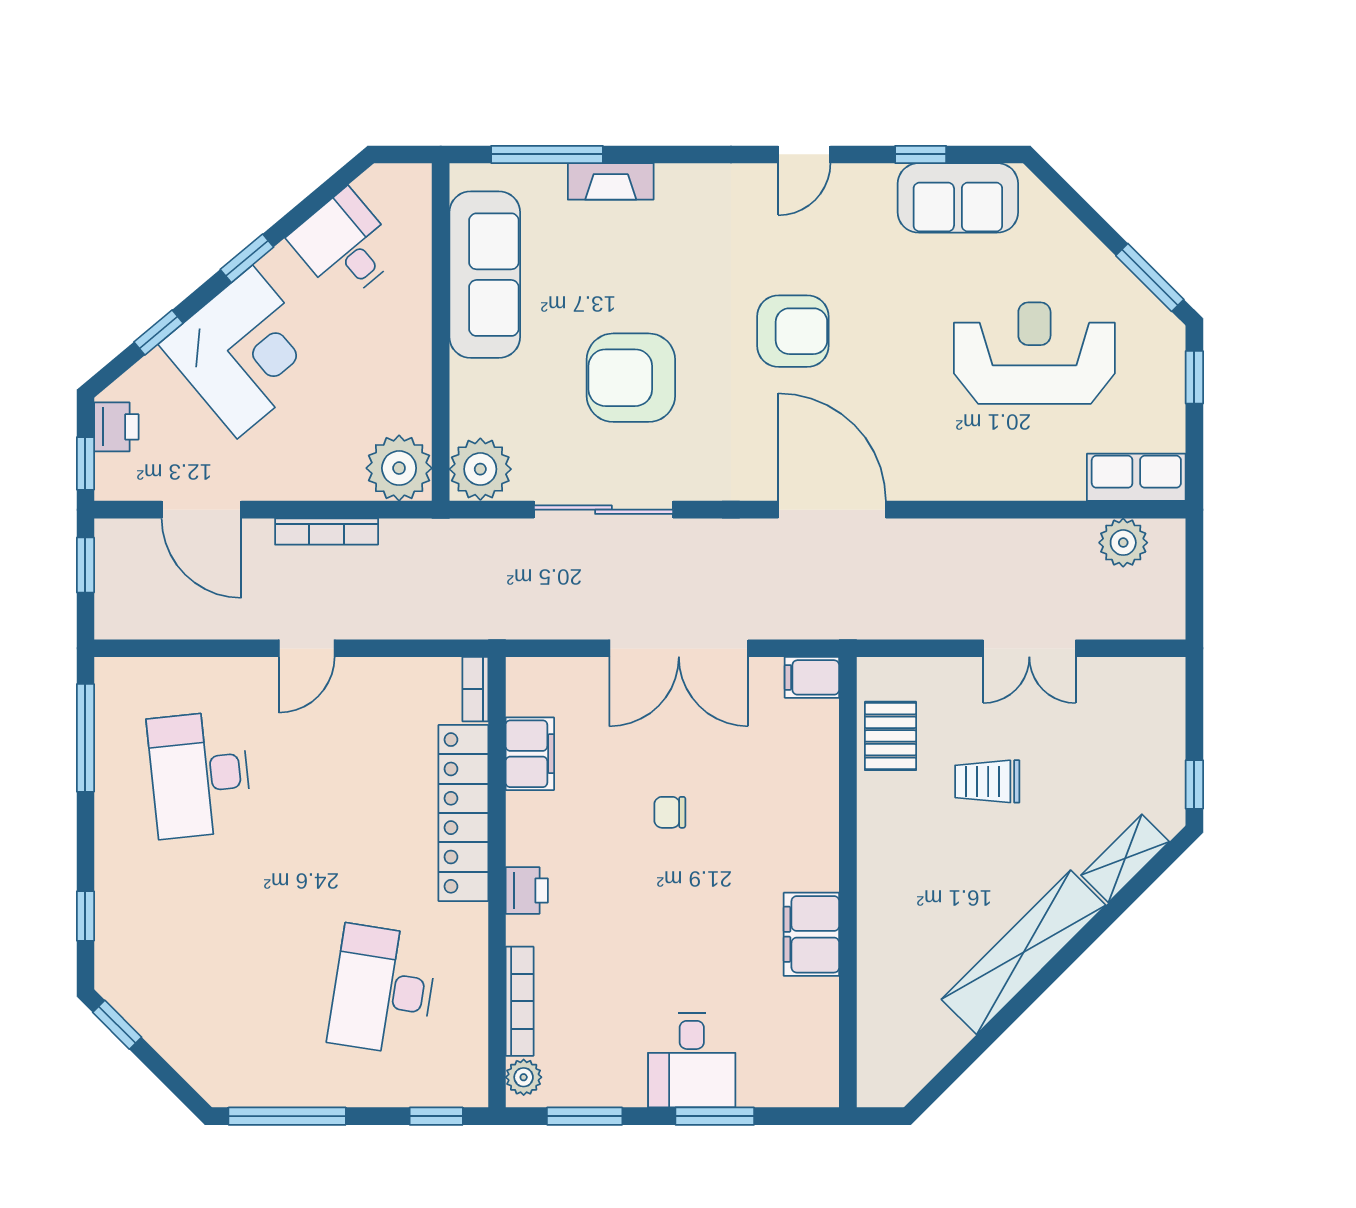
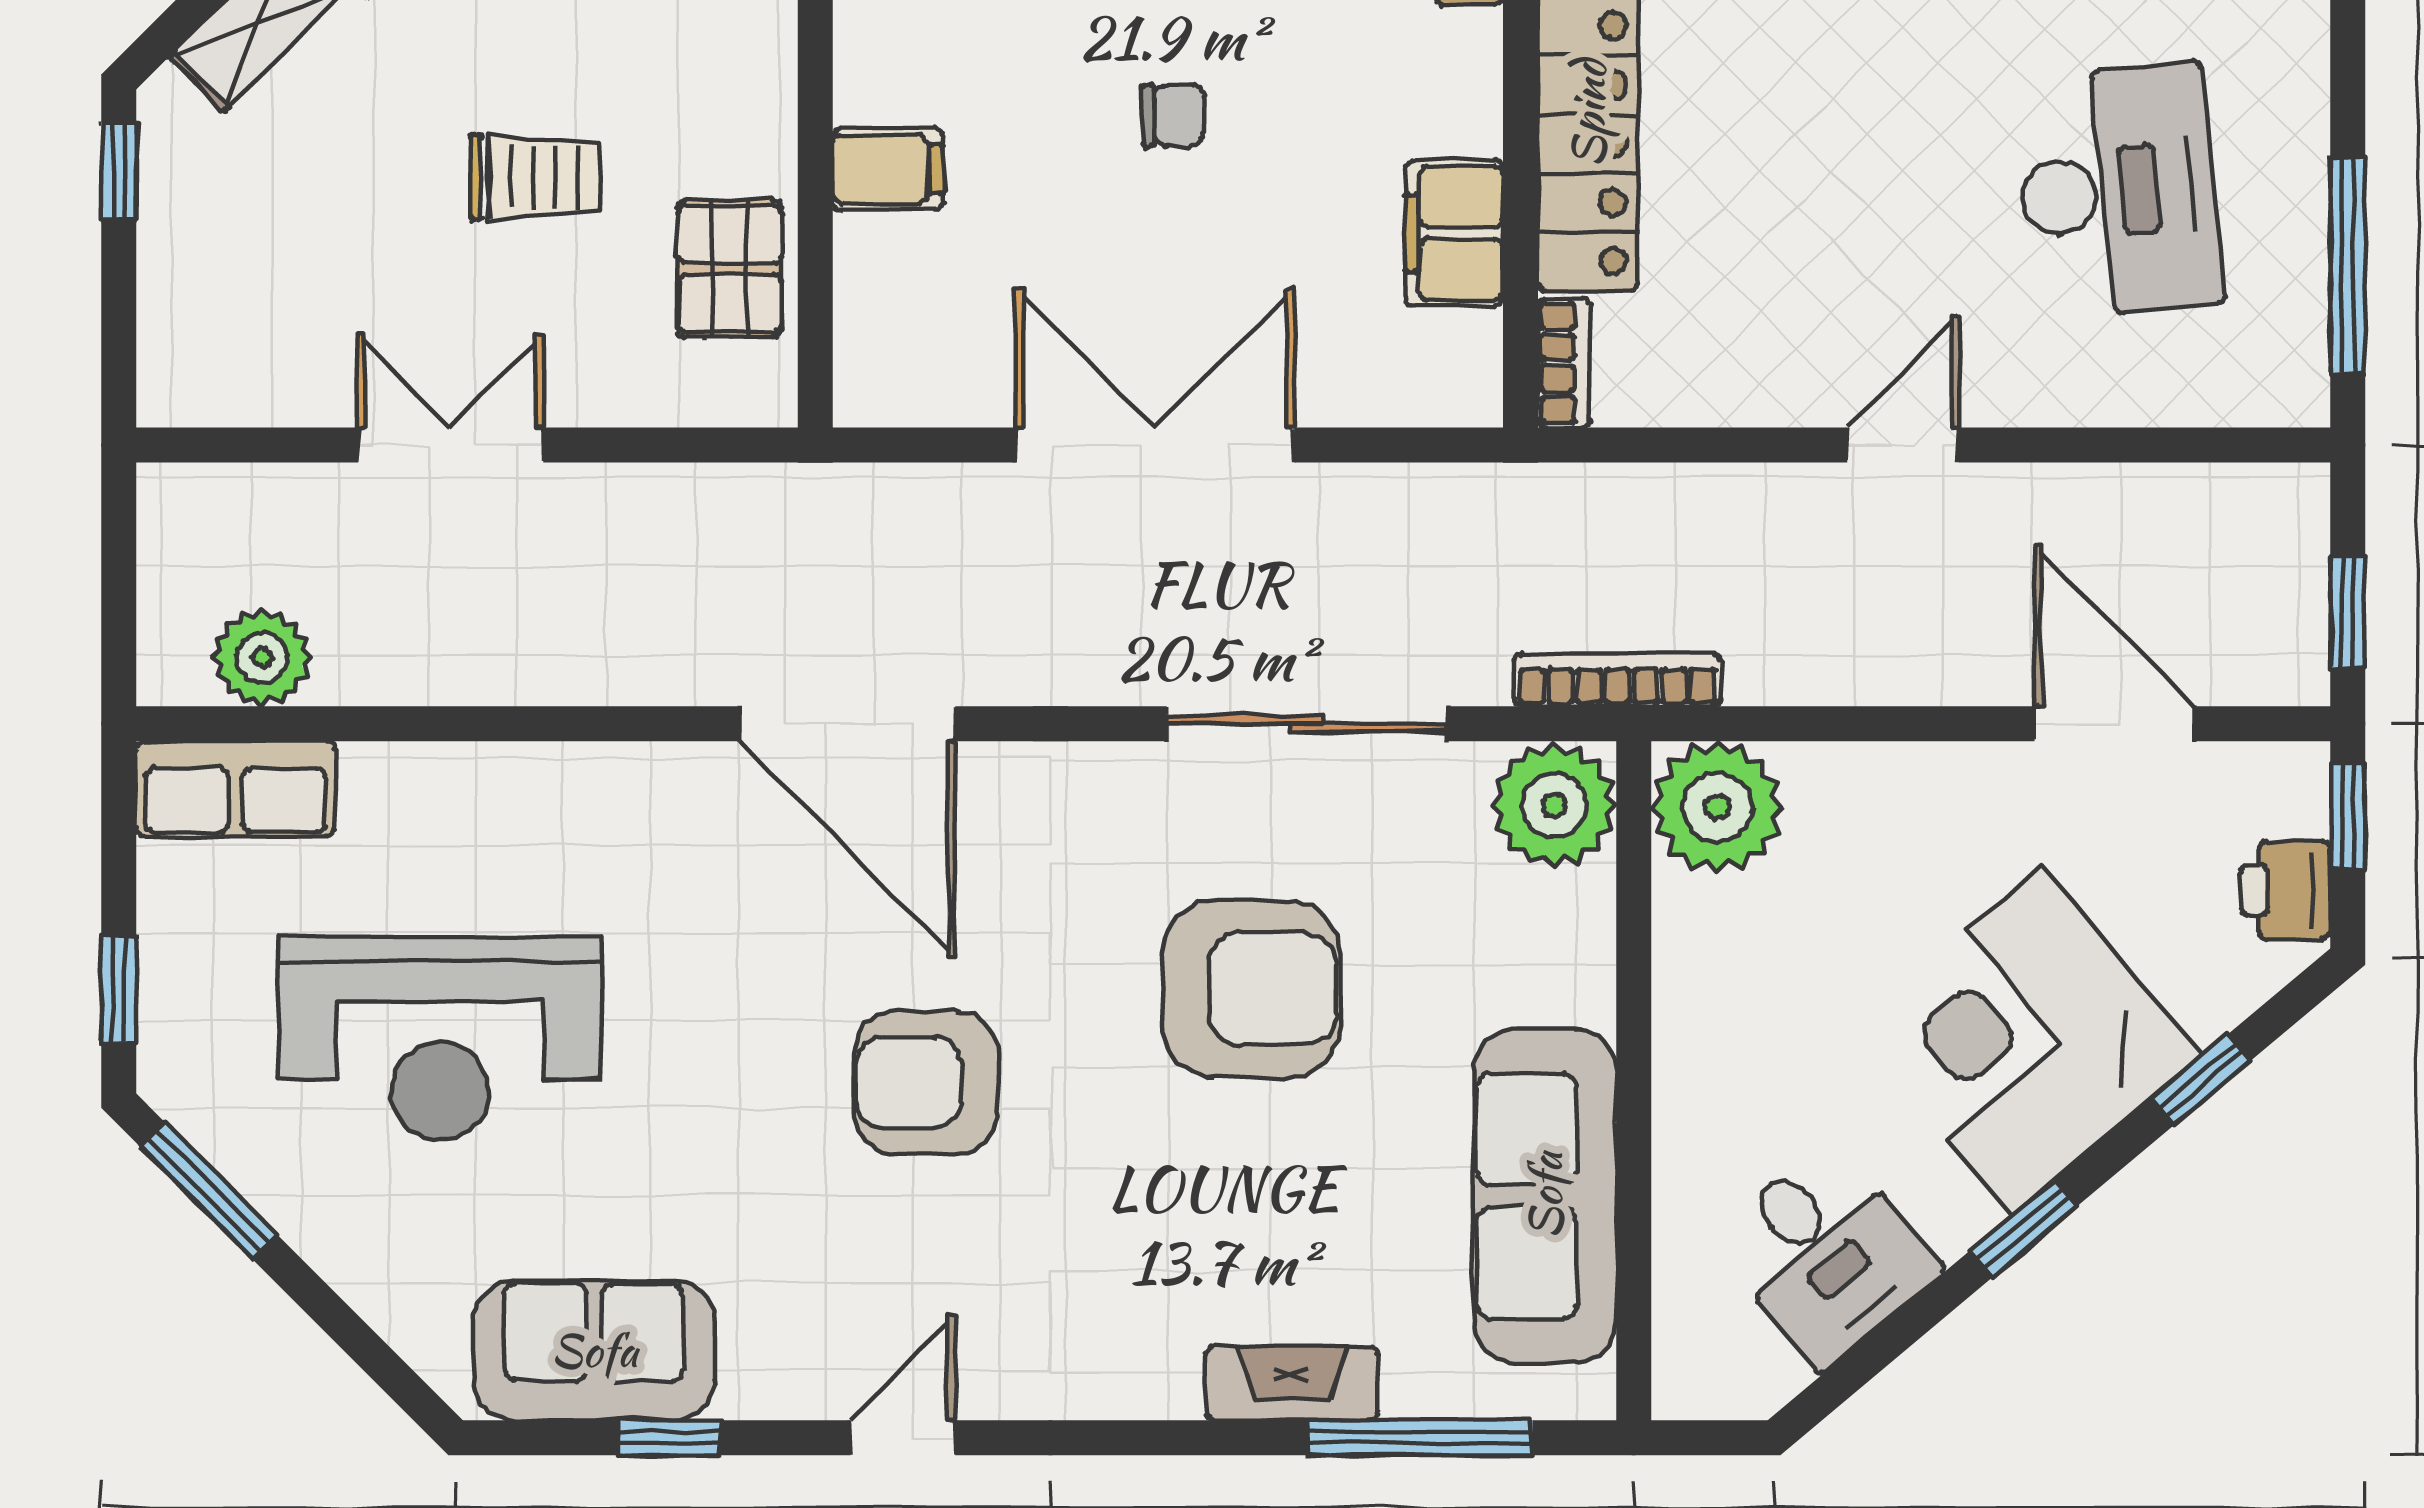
bookcase: (327, 531) -> (1617, 680), moved
filing cabinet: (812, 677) -> (888, 169), moved

